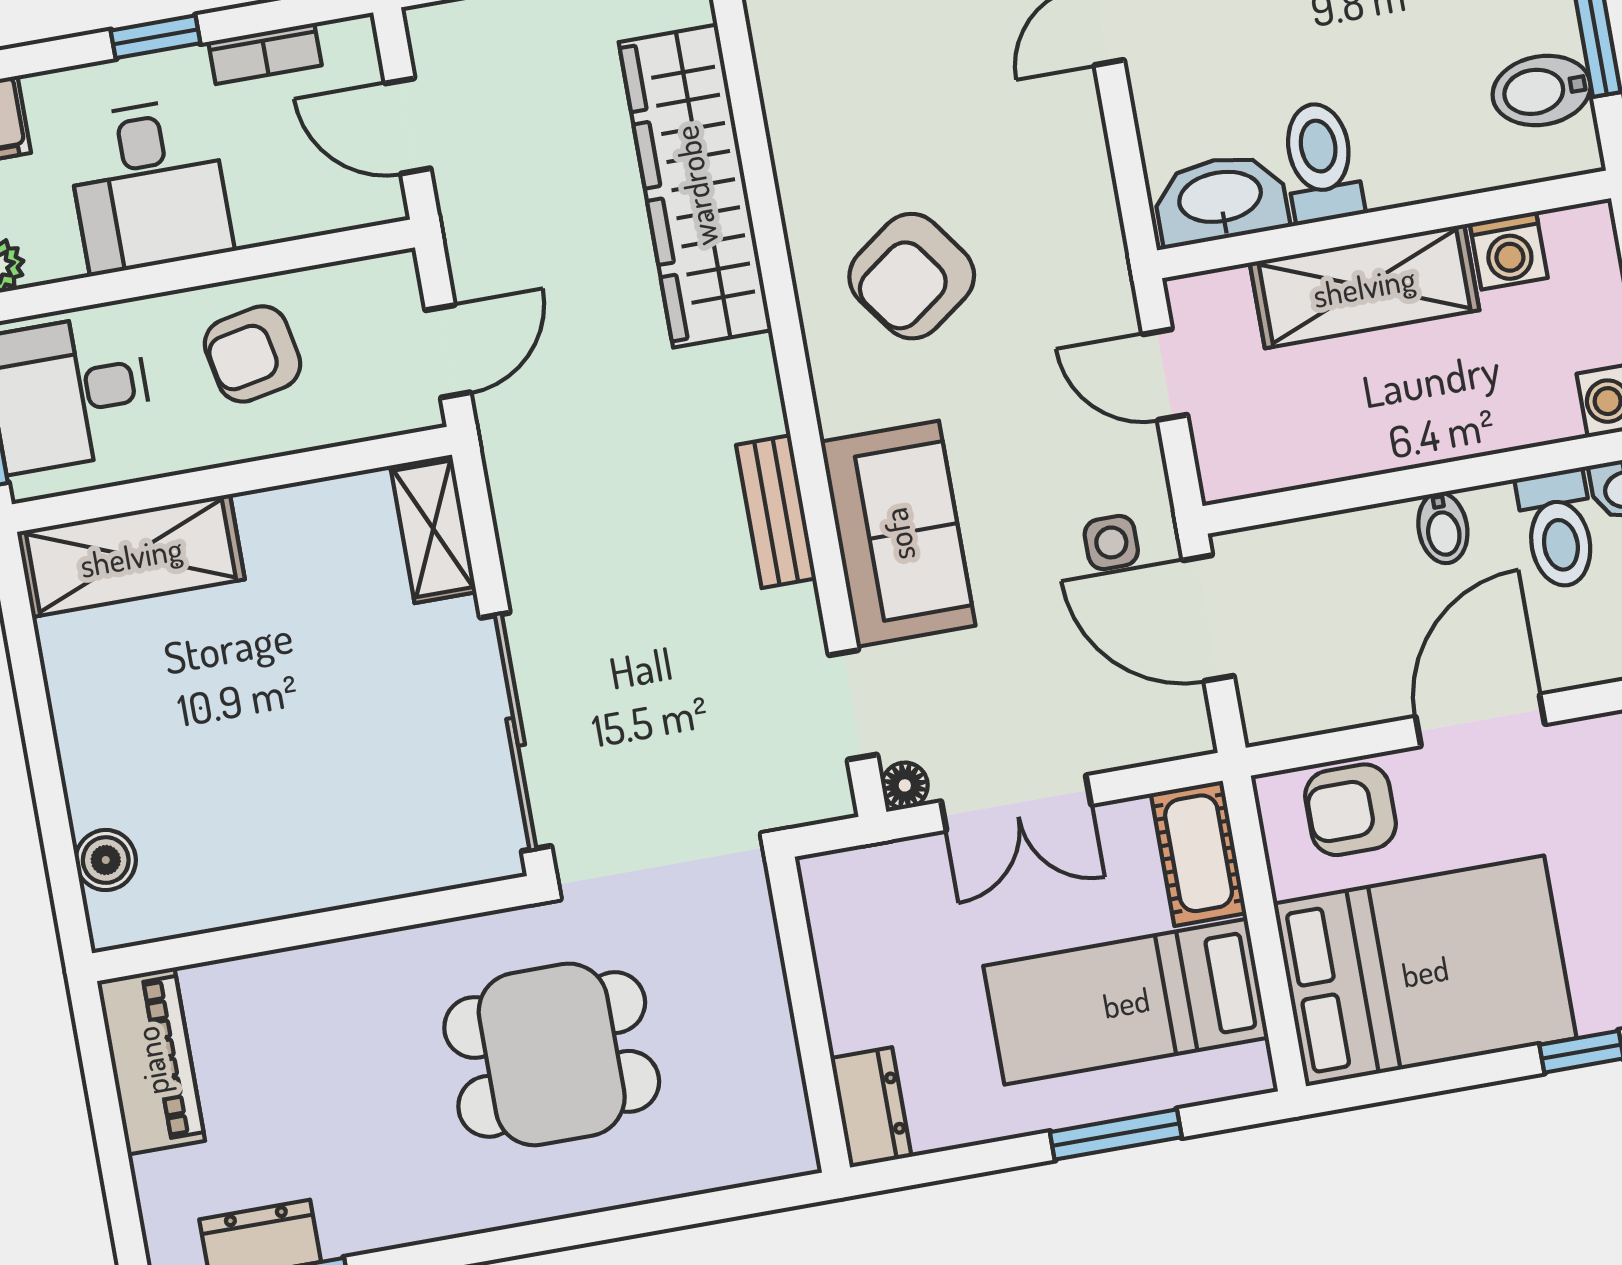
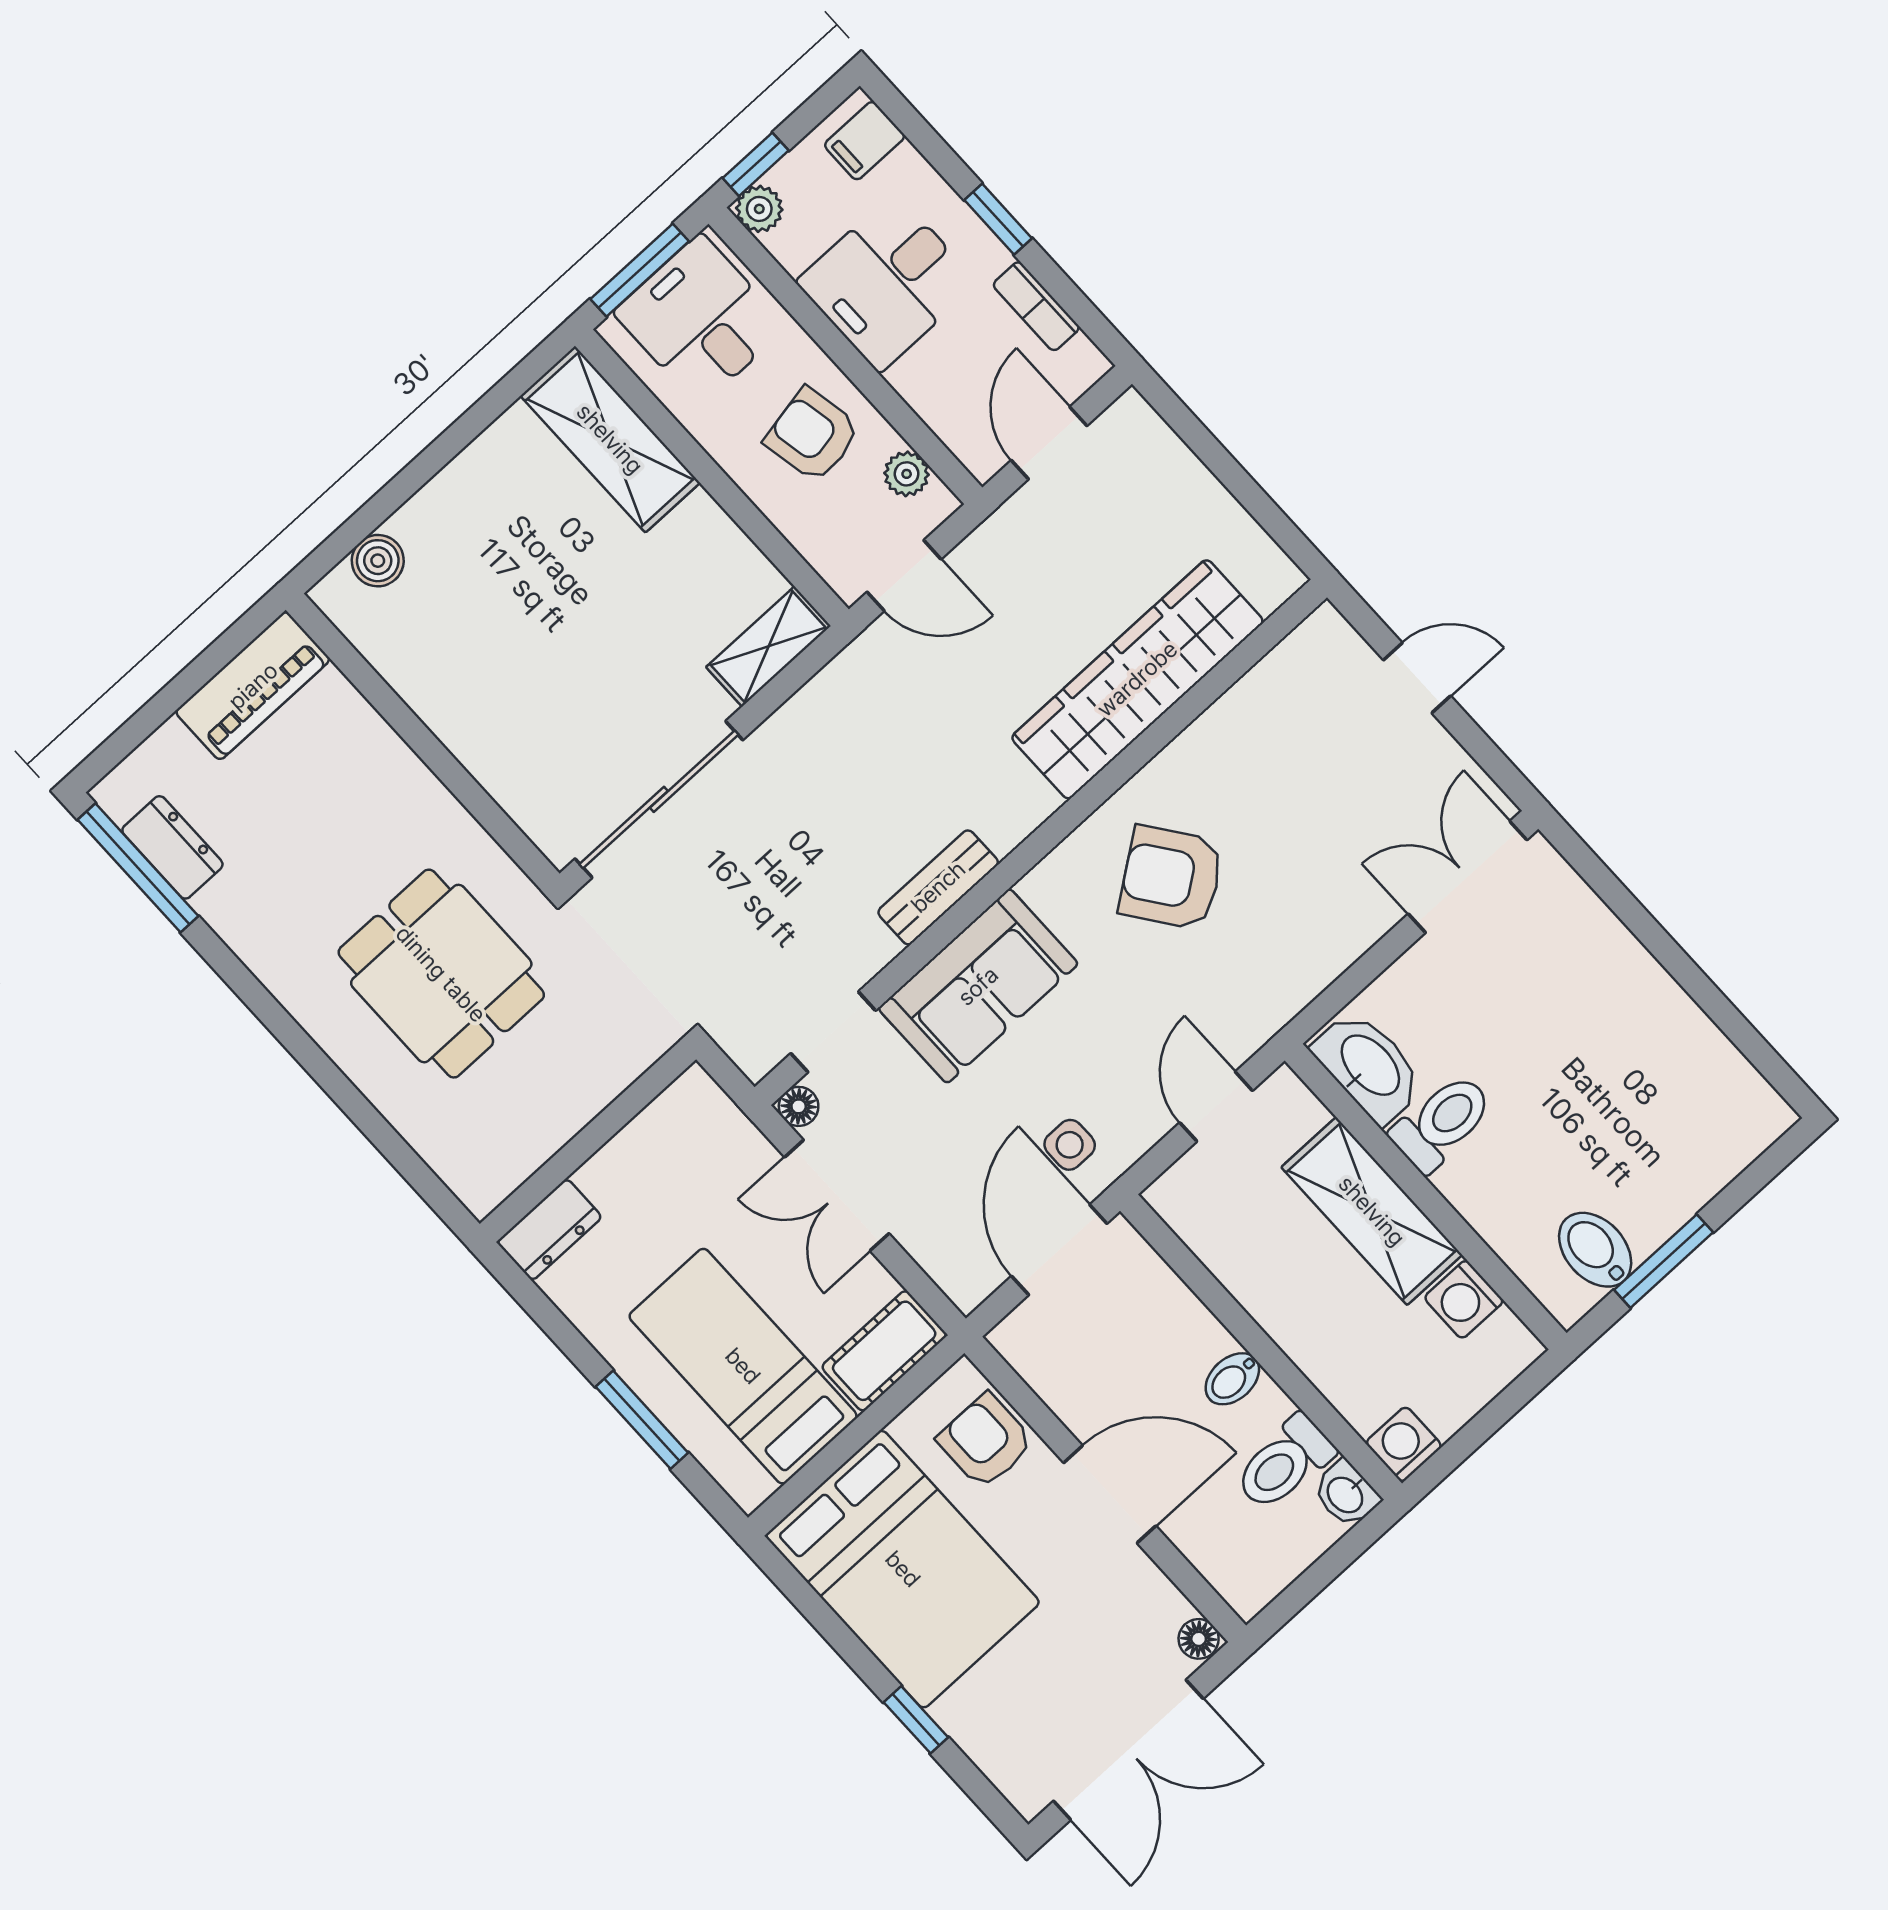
plant: (349, 285) -> (907, 474), added

